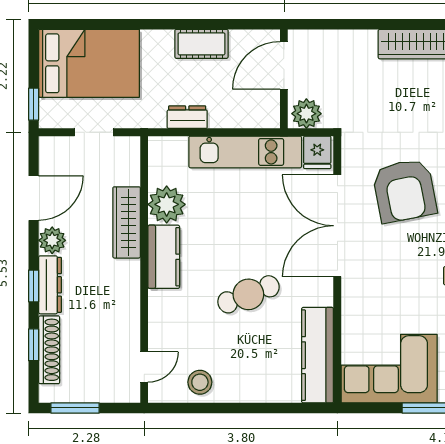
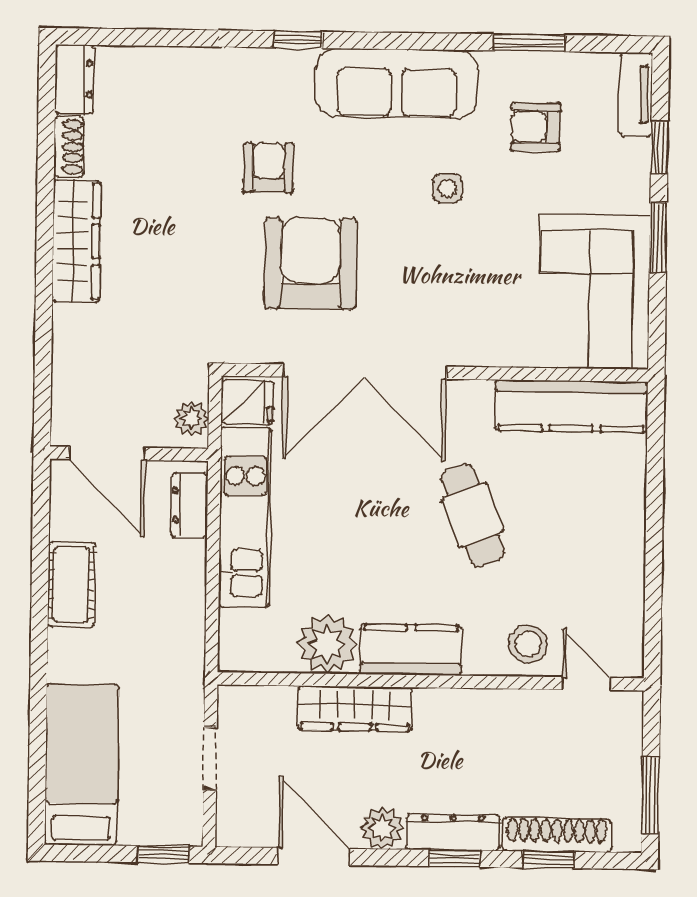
bed: (89, 63) -> (82, 765), width x0.67
plant: (306, 114) -> (191, 418), width x0.73, depth x0.73
dresser: (187, 117) -> (190, 505), moved
armchair: (404, 191) -> (310, 263), turned -79
stool: (200, 382) -> (528, 644), moved

